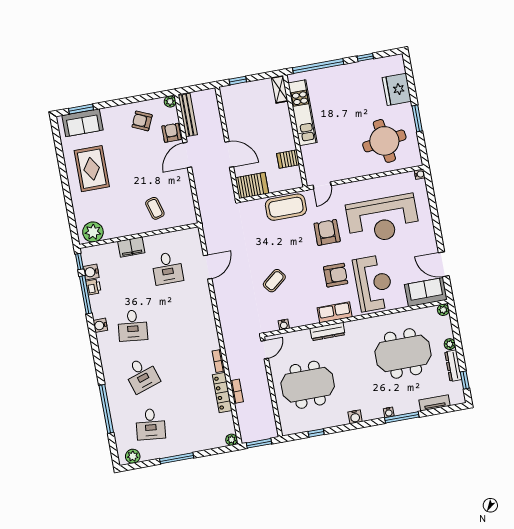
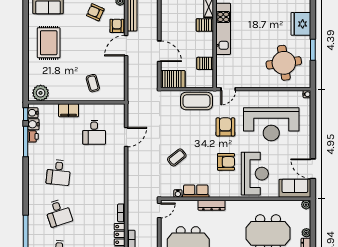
server rack: (279, 112) -> (205, 25), added
row of seats: (335, 312) -> (196, 191), moved
water cooler: (100, 325) -> (33, 113), moved

